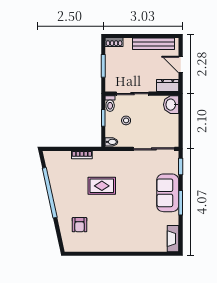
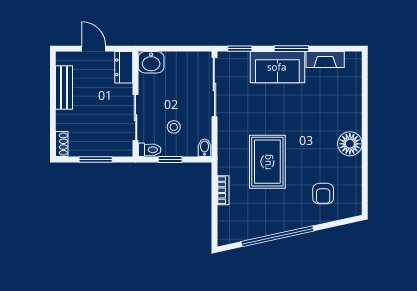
bench: (153, 44) -> (64, 88), width x0.73
door: (181, 65) -> (94, 49), swing flipped
rug: (102, 186) -> (267, 162), width x1.36, depth x1.43
armchair: (80, 225) -> (323, 194), turned 90
fireplace: (173, 239) -> (325, 60), moved
floor lamp: (114, 243) -> (350, 144), added

